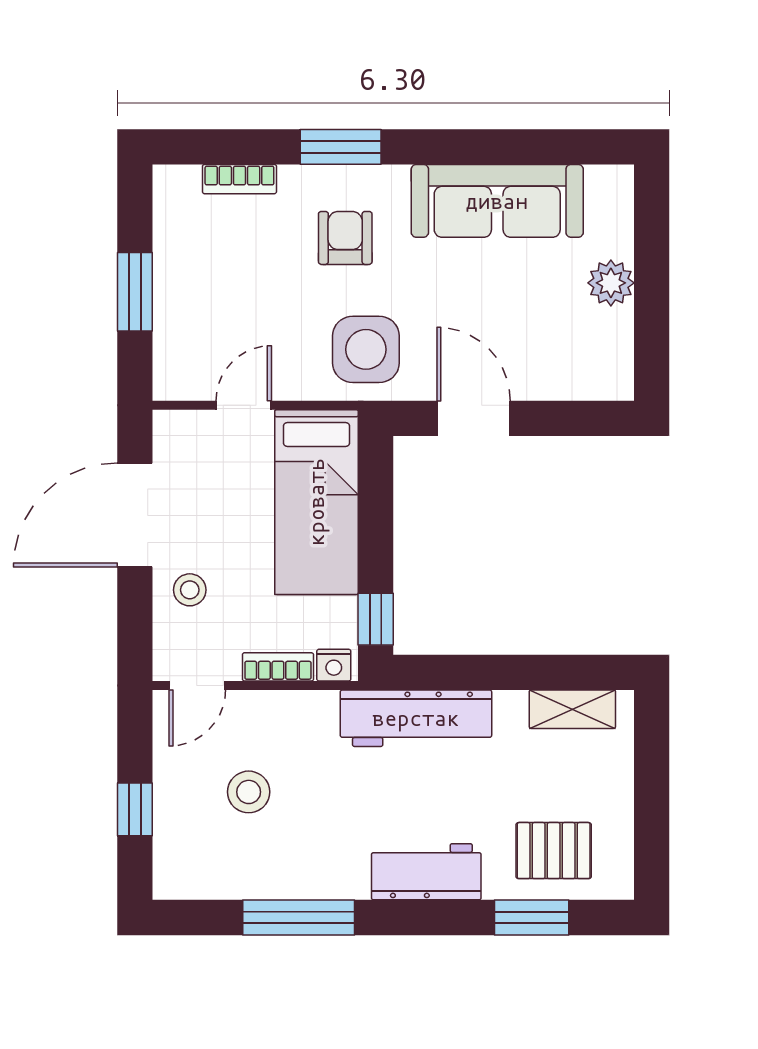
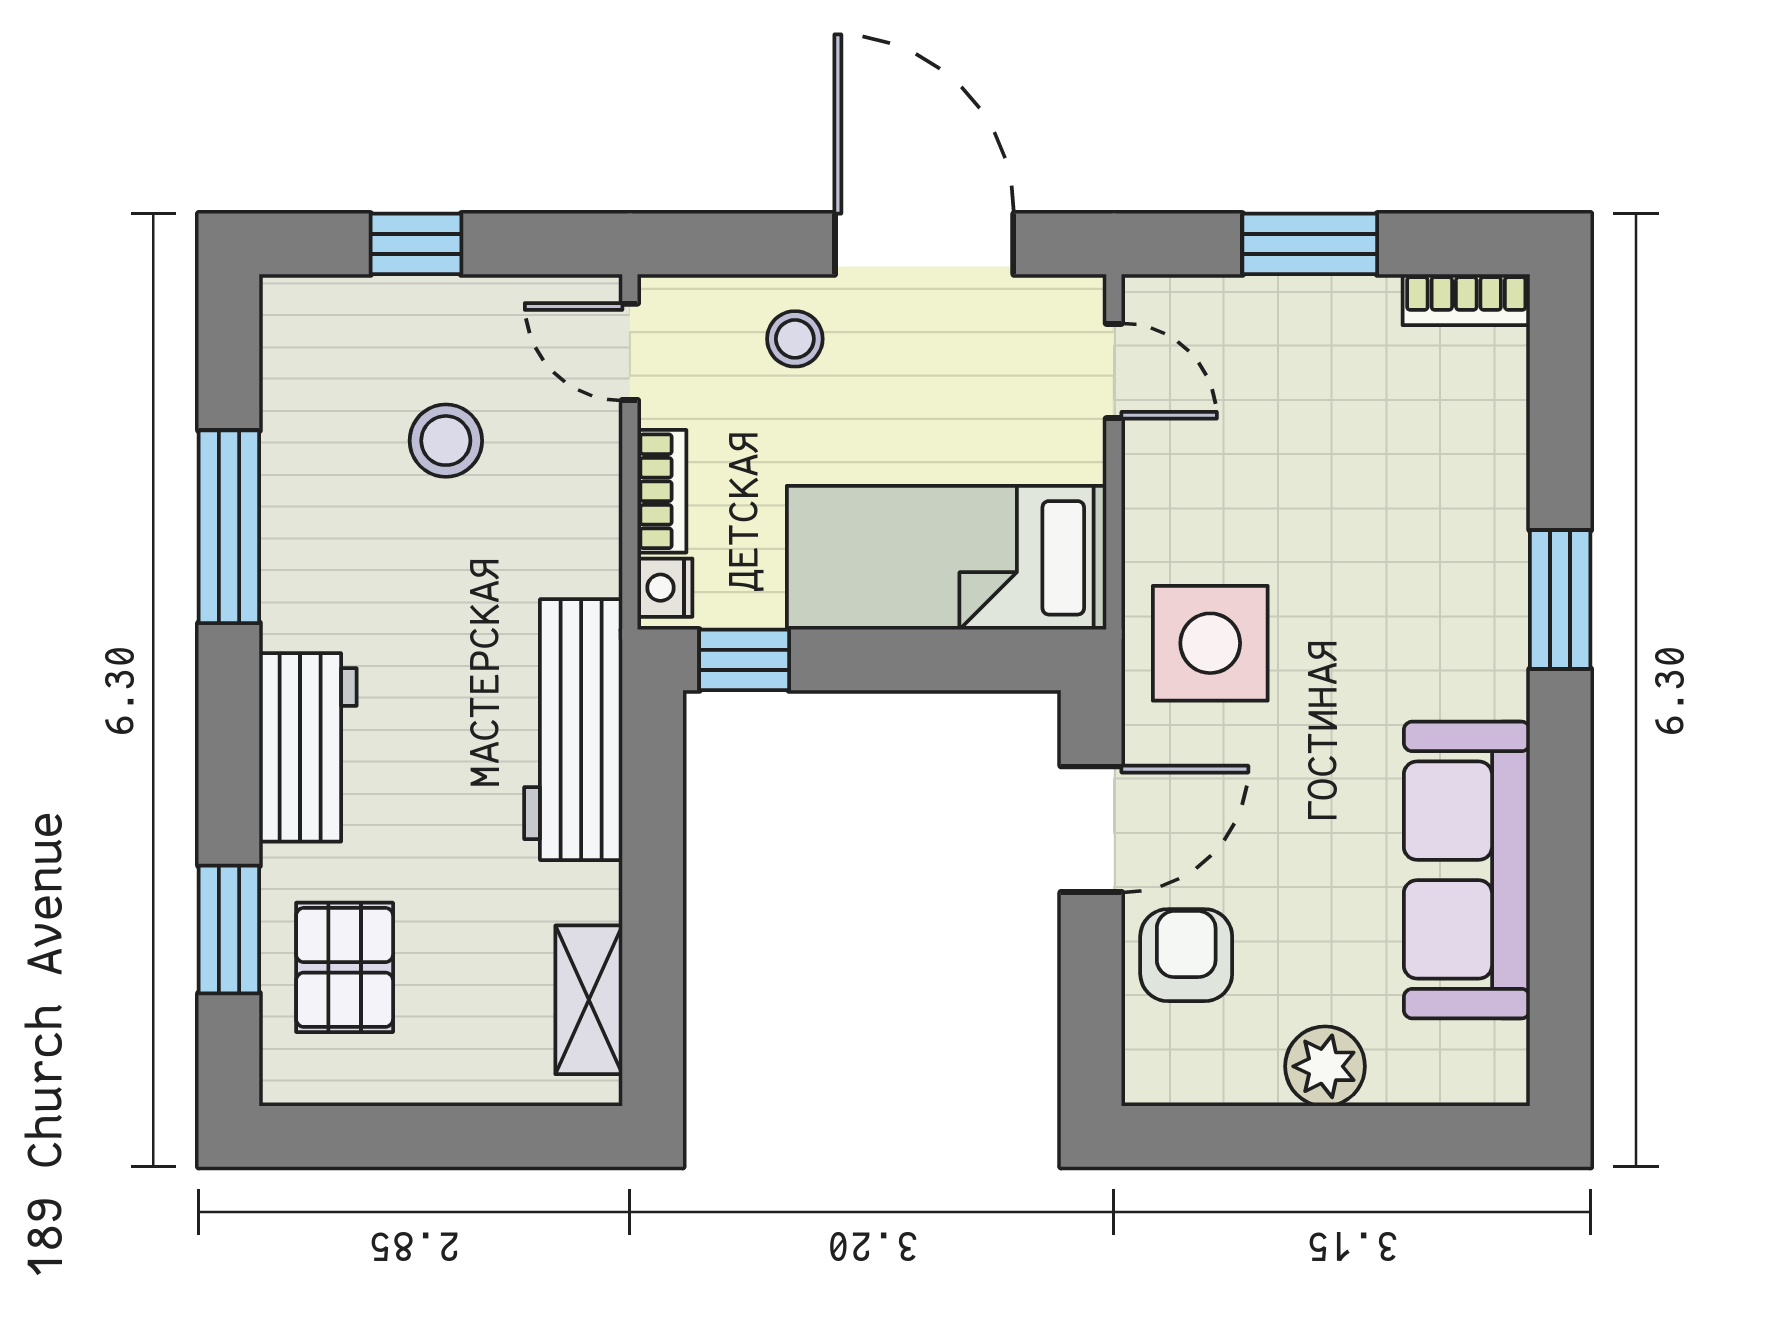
bookcase: (239, 179) -> (1466, 300), moved, turned -90
armchair: (345, 238) -> (1186, 955), moved, turned -90
door: (244, 405) -> (1114, 371), moved

